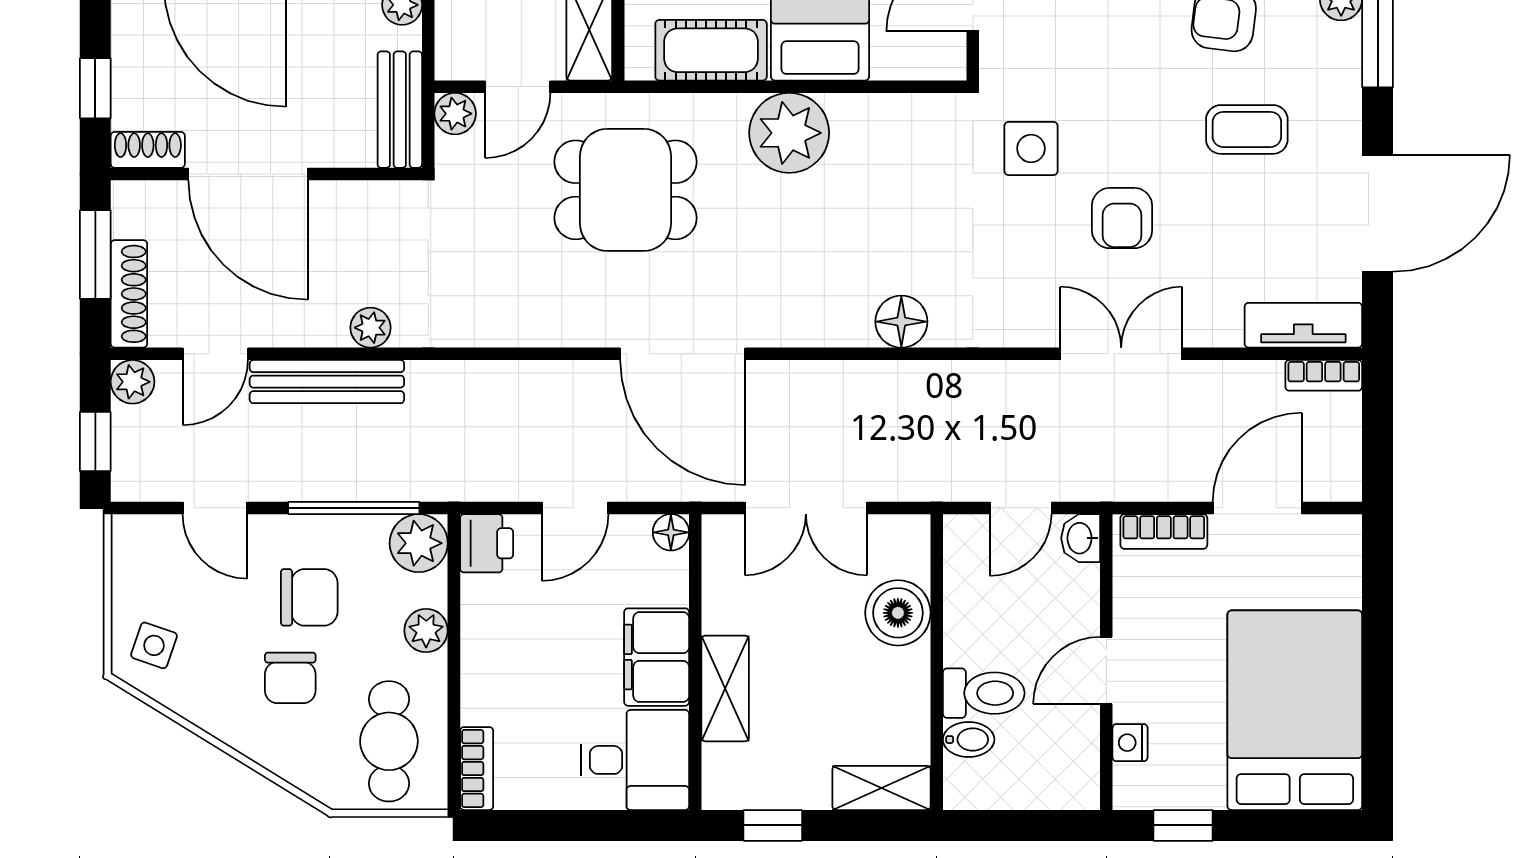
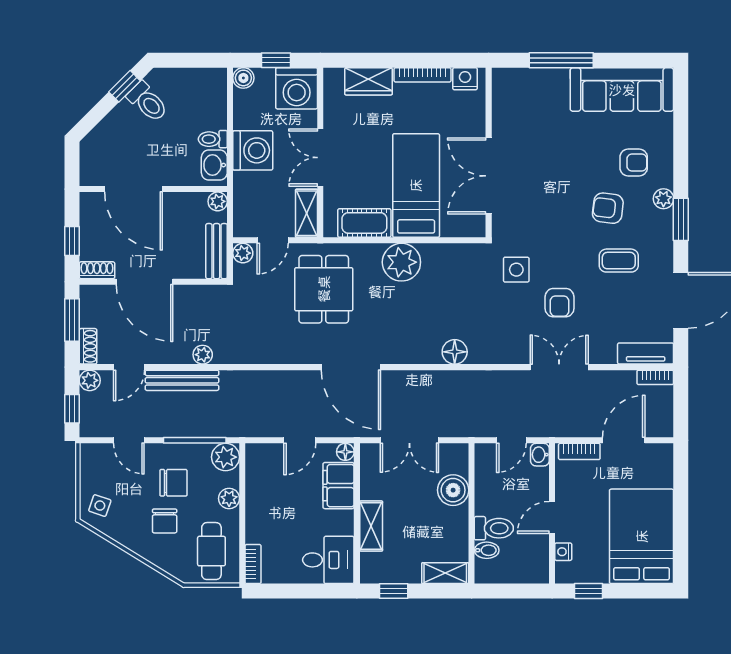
dining table: (626, 190) -> (324, 289), turned 90
shoe rack: (129, 294) -> (88, 346), width x0.70
printer: (487, 543) -> (258, 457), removed
filing cabinet: (657, 657) -> (339, 486), moved

